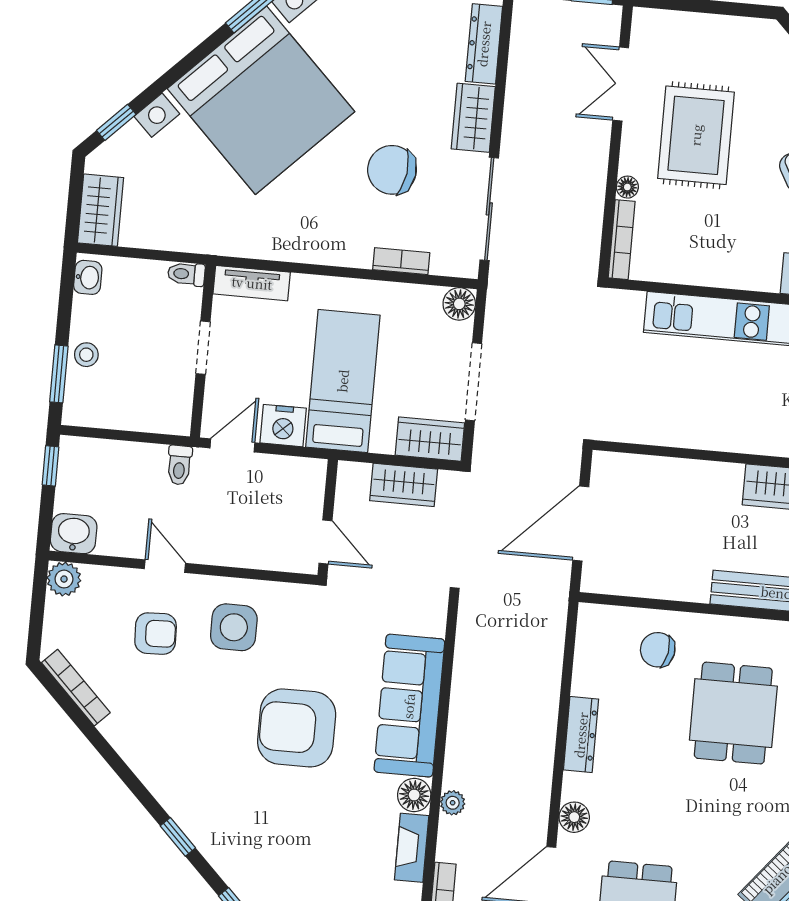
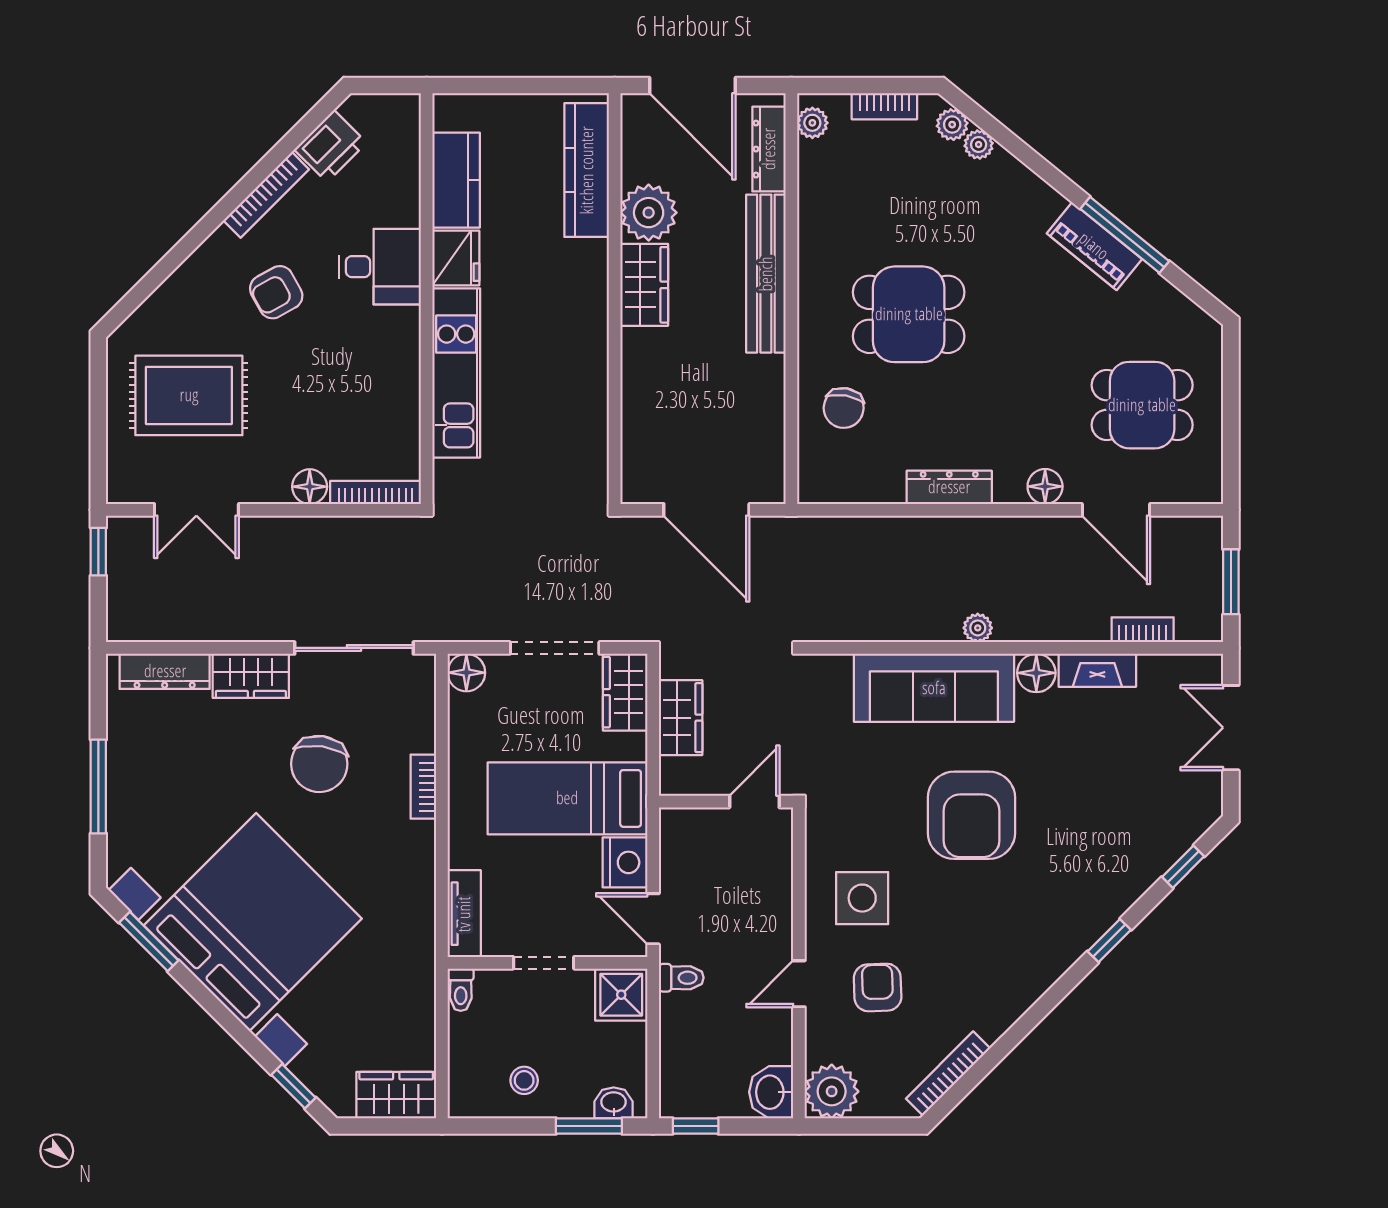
rug: (696, 135) -> (189, 395), moved
floor lamp: (627, 187) -> (310, 487), width x1.37, depth x1.37
bookcase: (401, 261) -> (423, 787), moved
washbasin: (88, 277) -> (614, 1103), moved
stool: (86, 355) -> (524, 1080), moved
shower: (169, 412) -> (621, 995), added
plant: (64, 579) -> (832, 1091), width x1.36, depth x1.36
plant: (453, 803) -> (978, 628), moved

